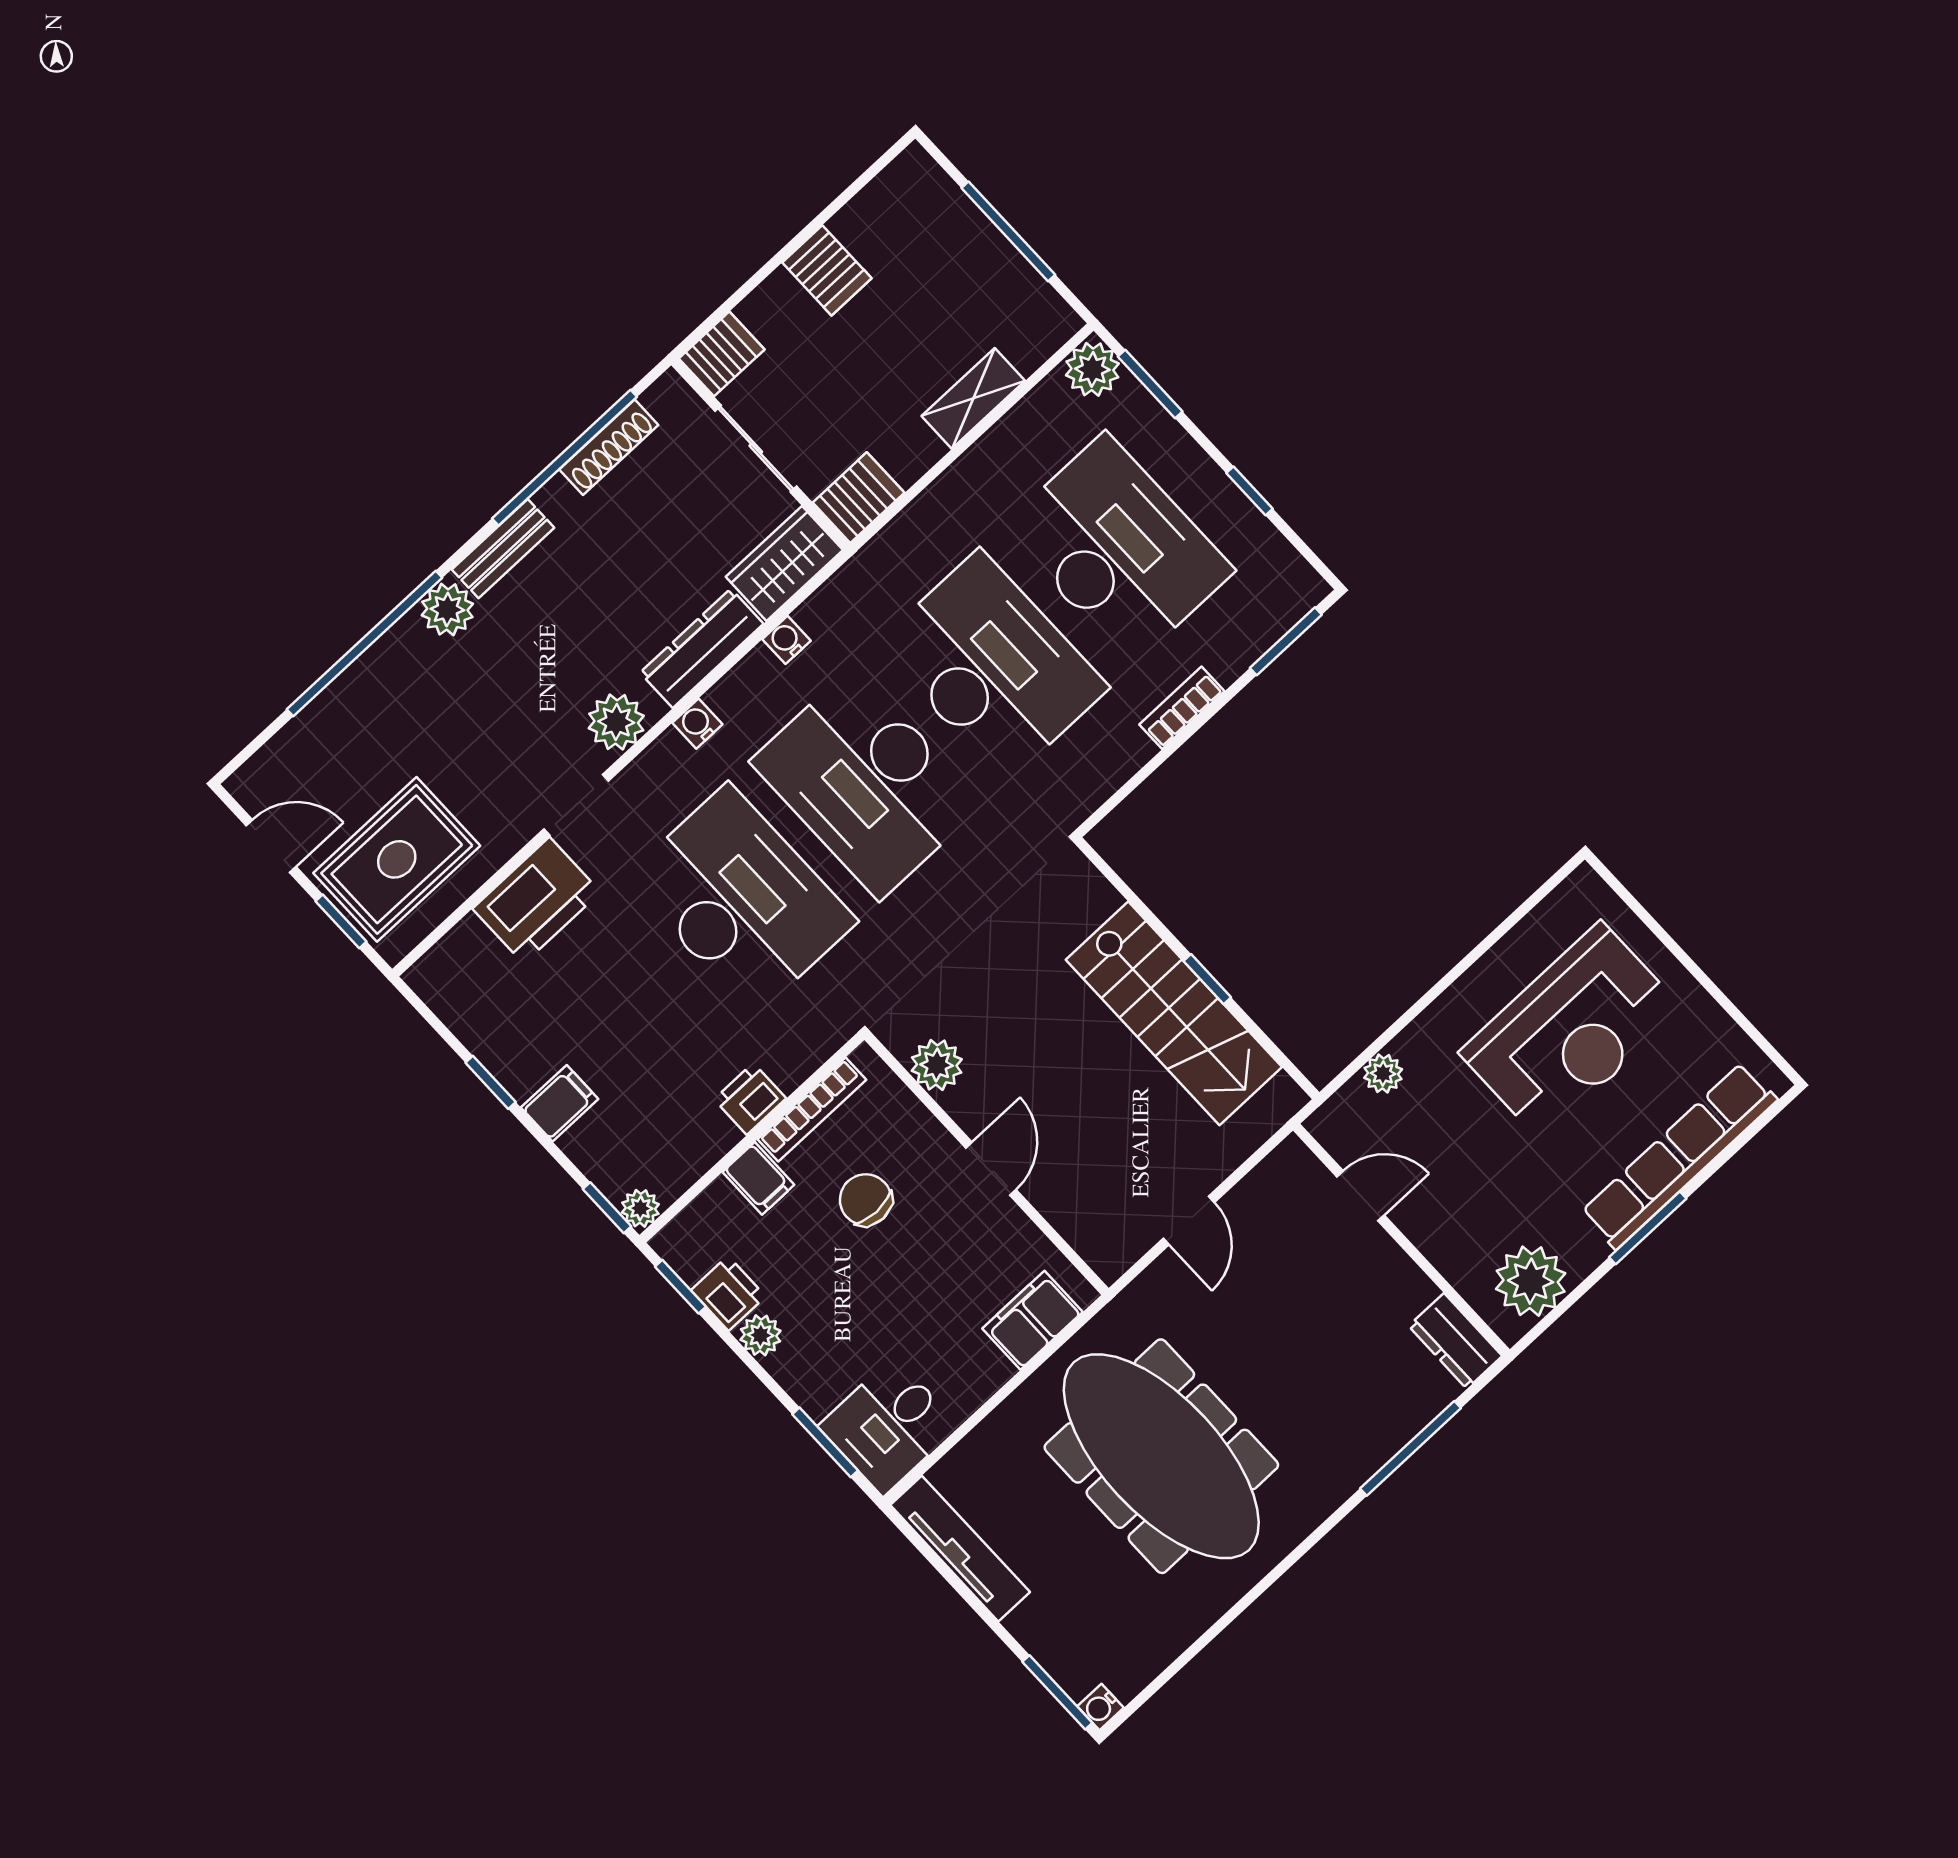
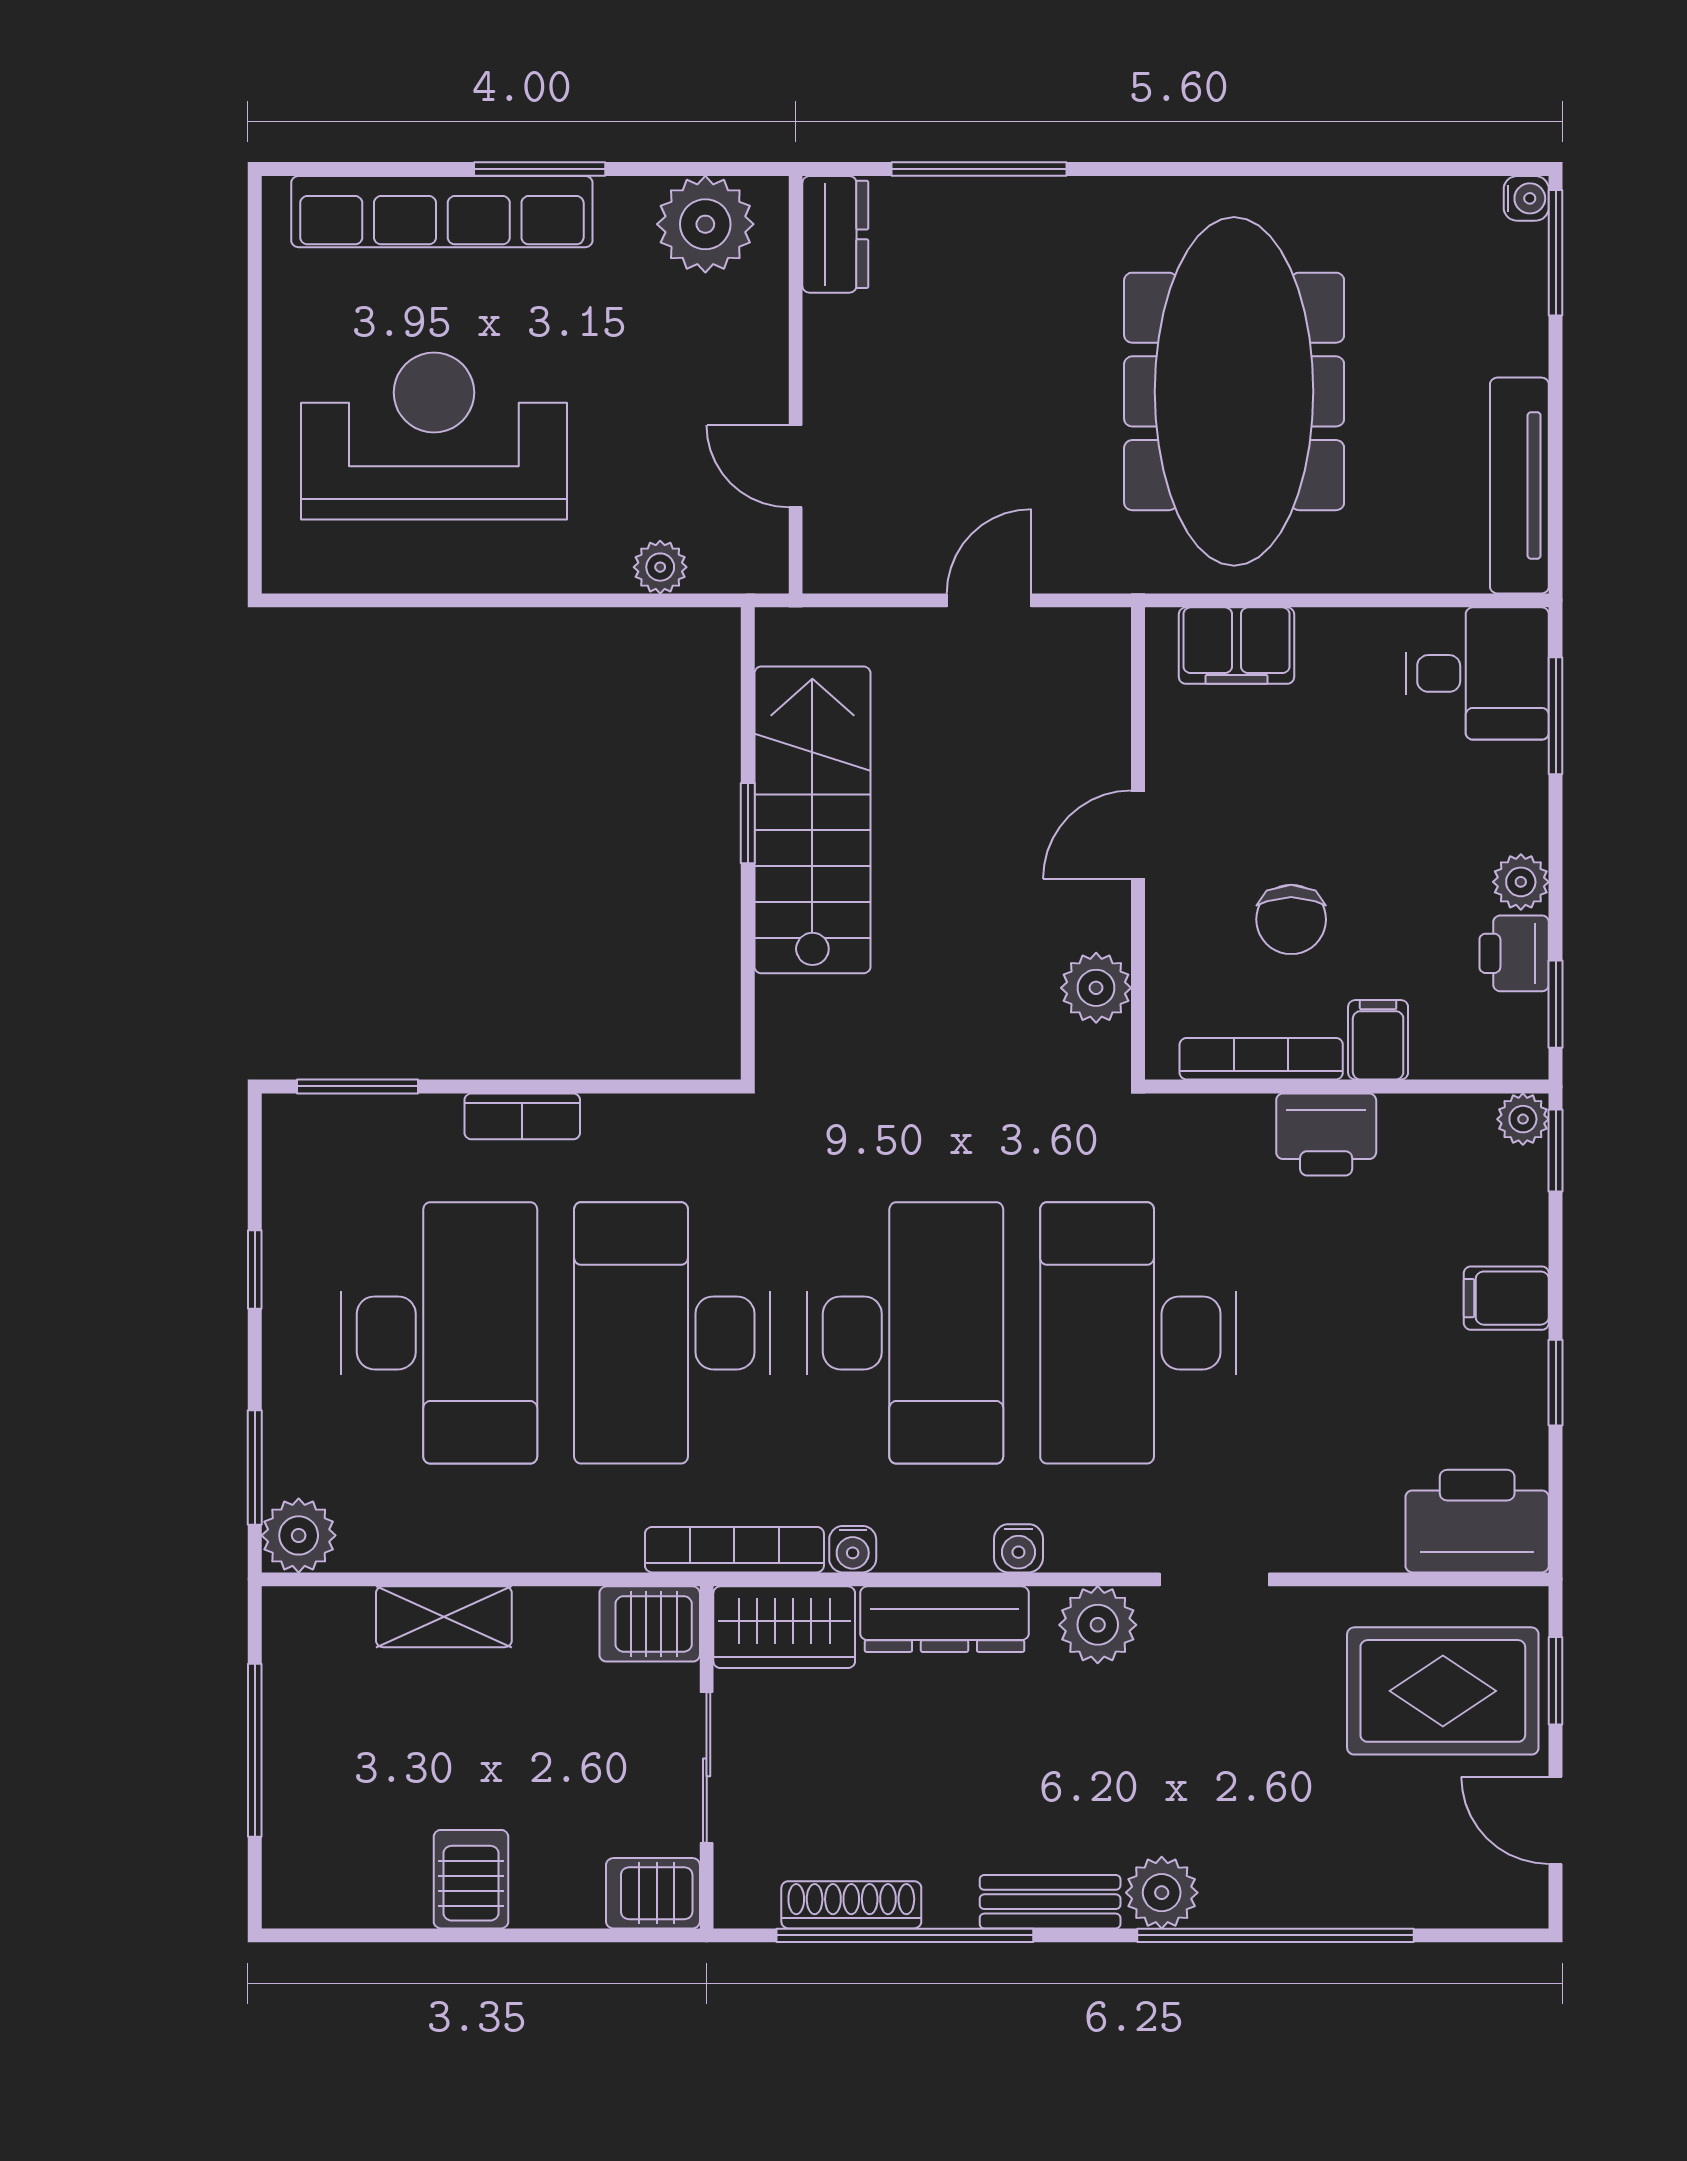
desk: (1118, 549) -> (439, 1333), turned 180
bookcase: (850, 580) -> (734, 1550), added
printer: (536, 900) -> (1477, 1521), moved
printer: (750, 1099) -> (1326, 1135), width x1.36, depth x1.24

